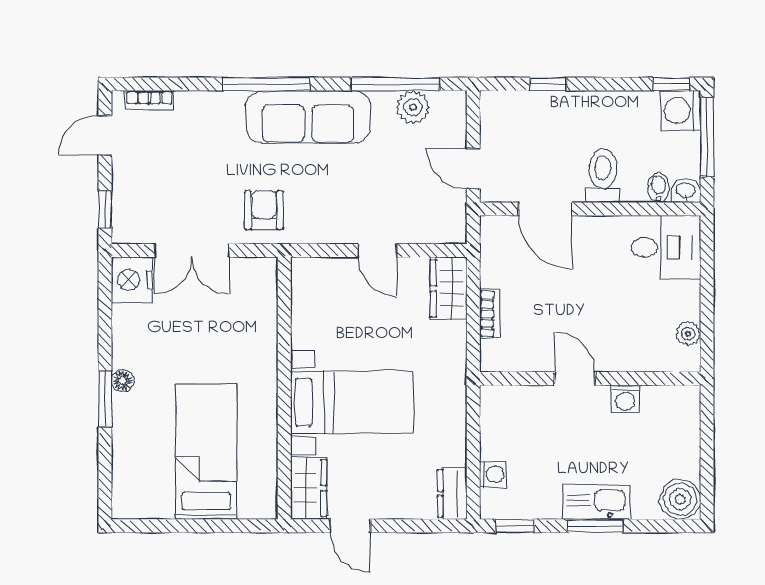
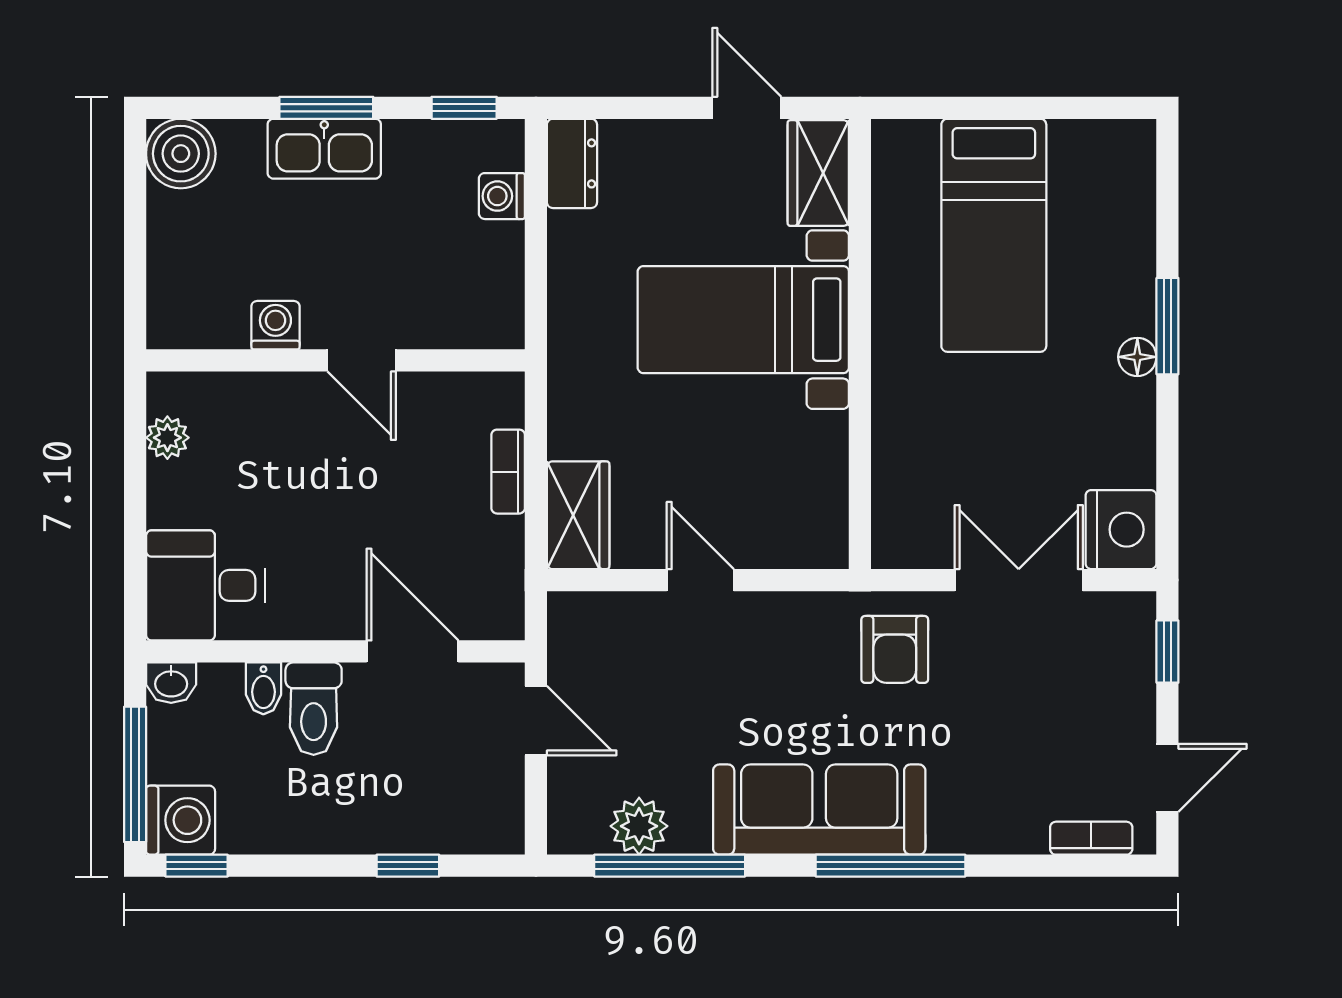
bidet: (658, 187) -> (263, 688), moved

